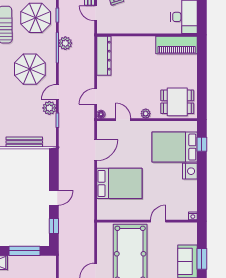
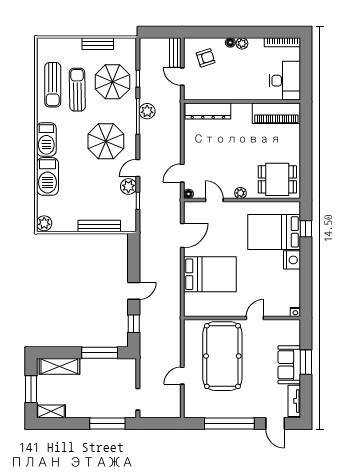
dresser: (104, 56) -> (208, 111), moved, turned 90

